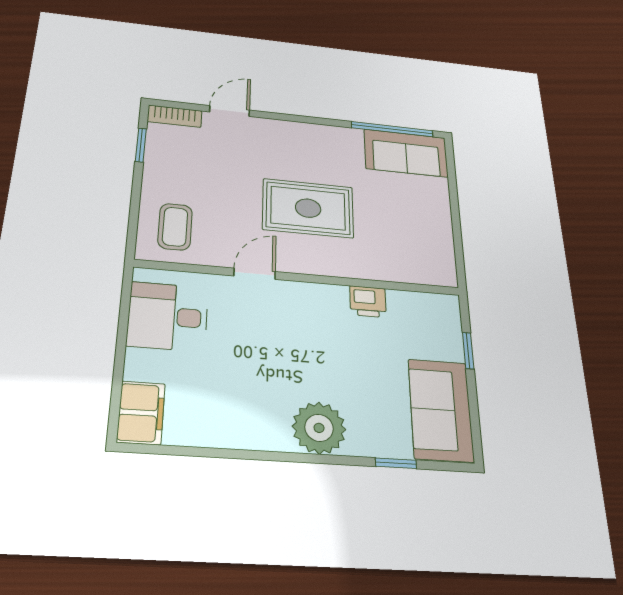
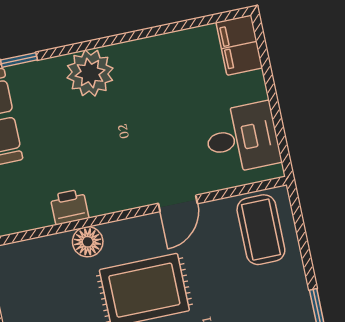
coffee table: (175, 227) -> (261, 230), width x1.36, depth x1.30
floor lamp: (356, 265) -> (88, 242), added

